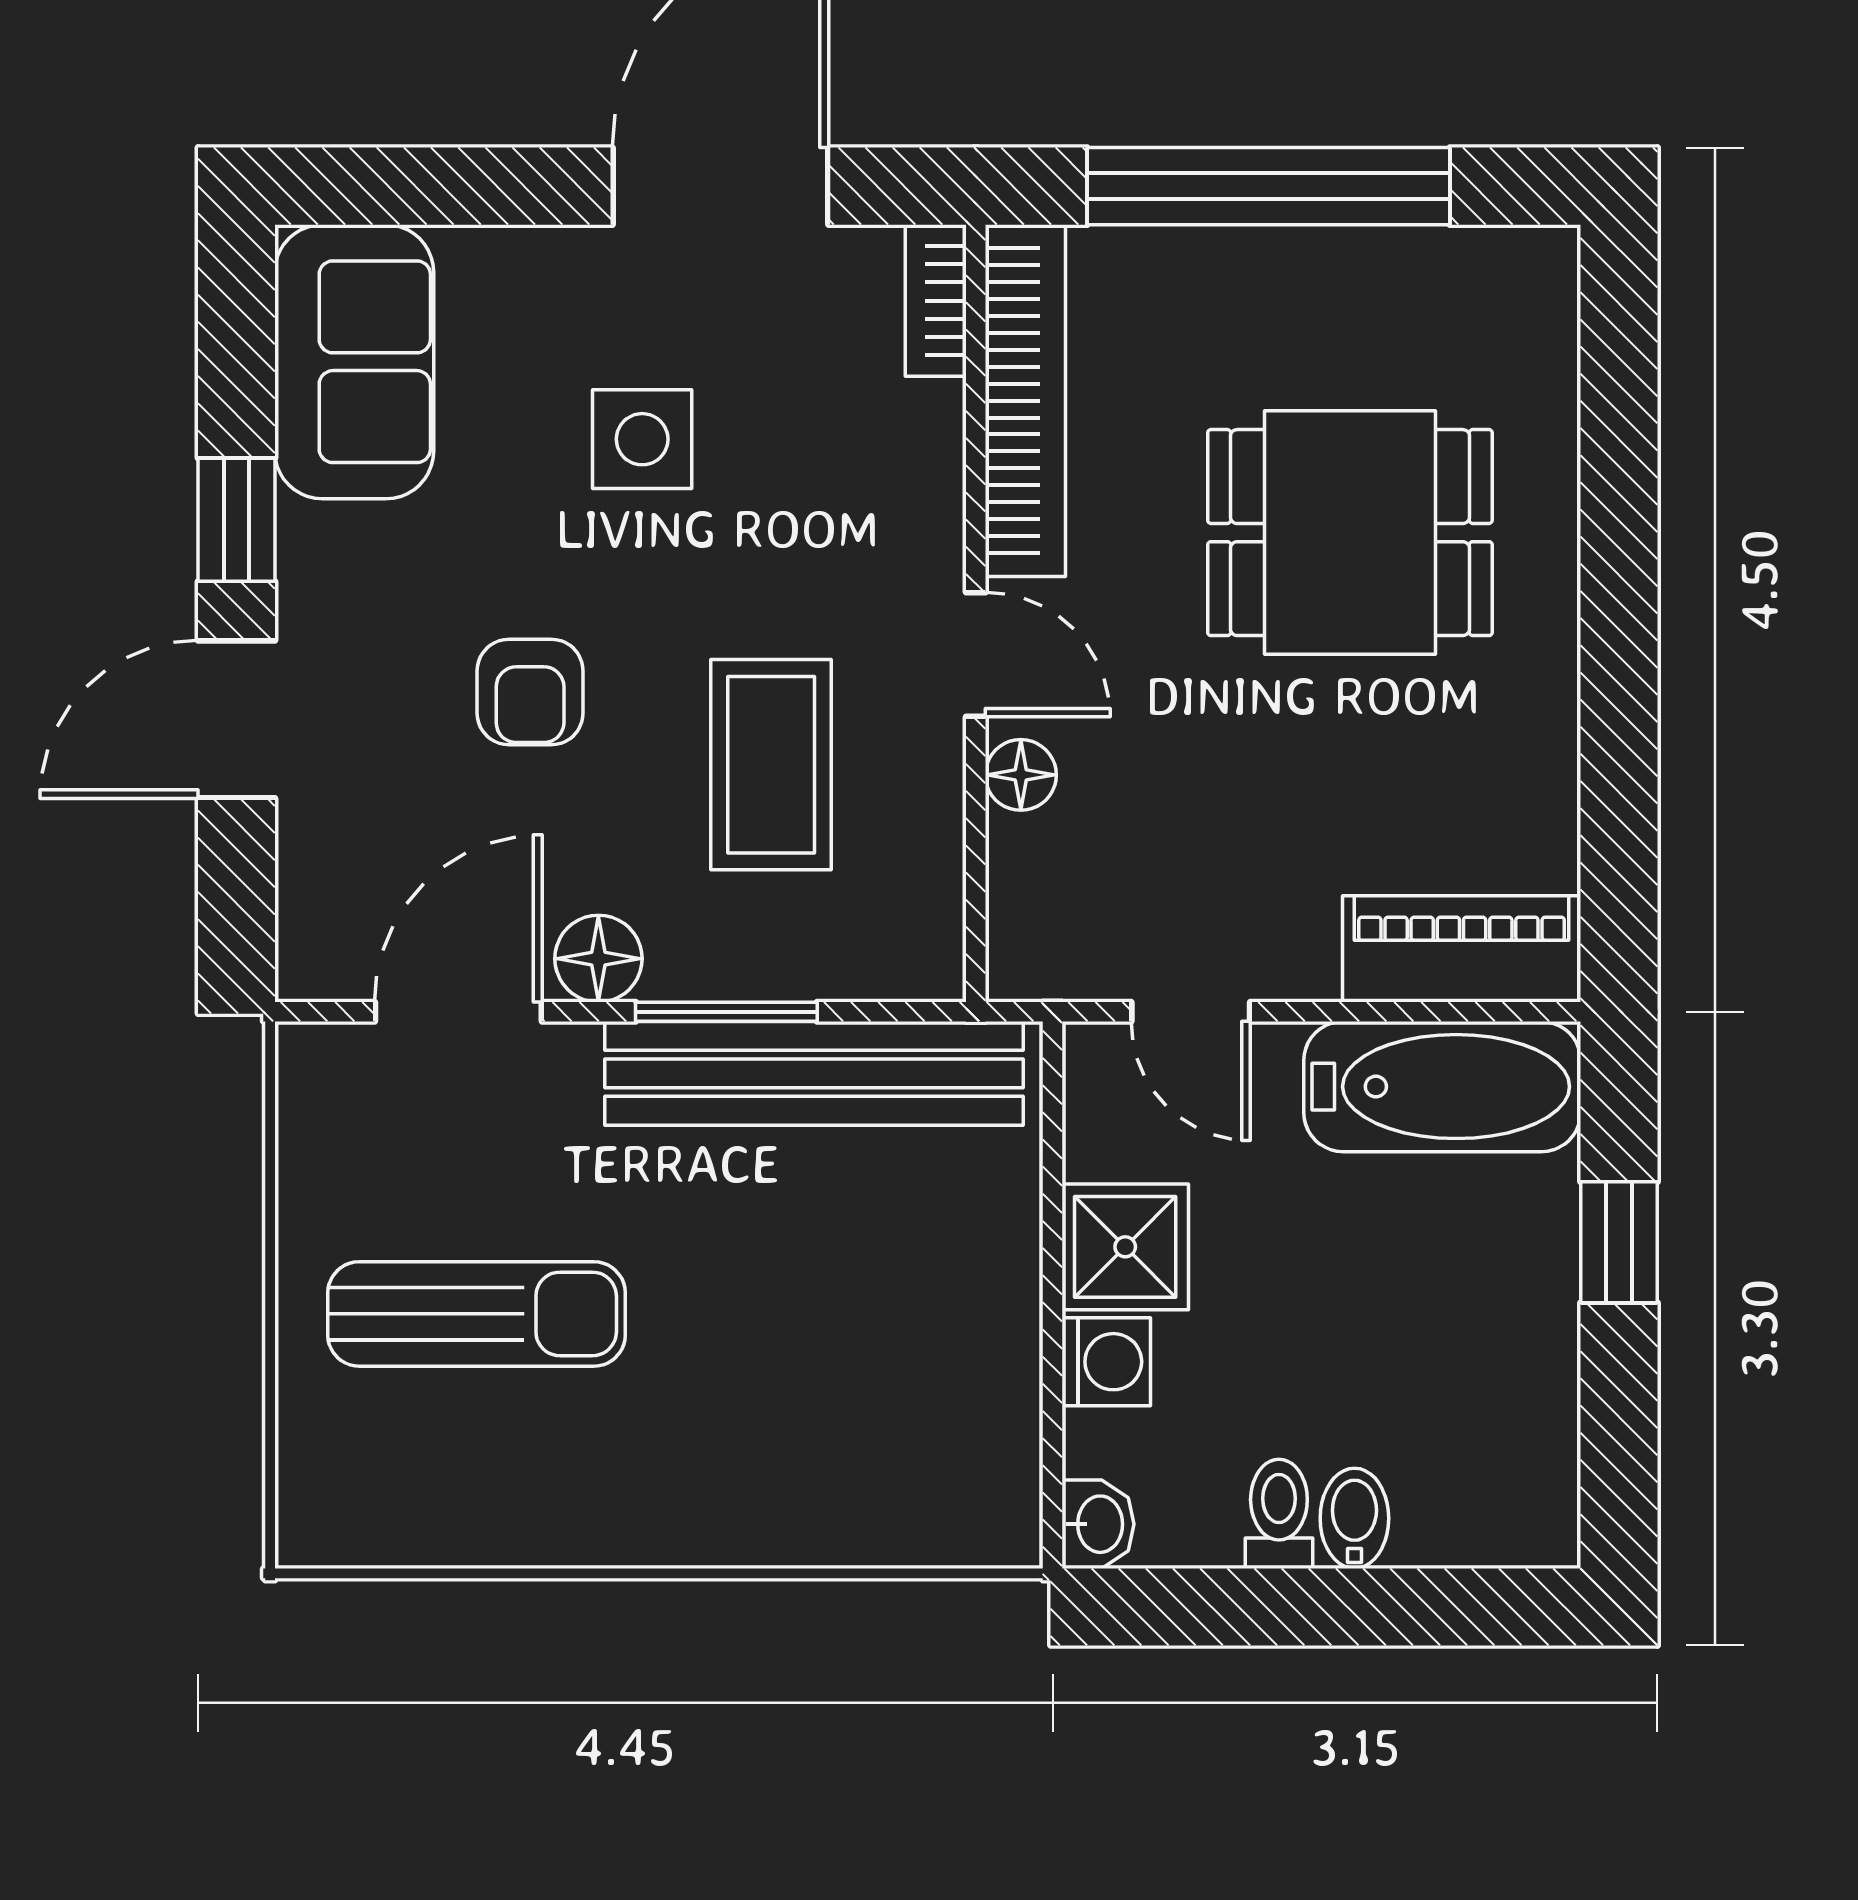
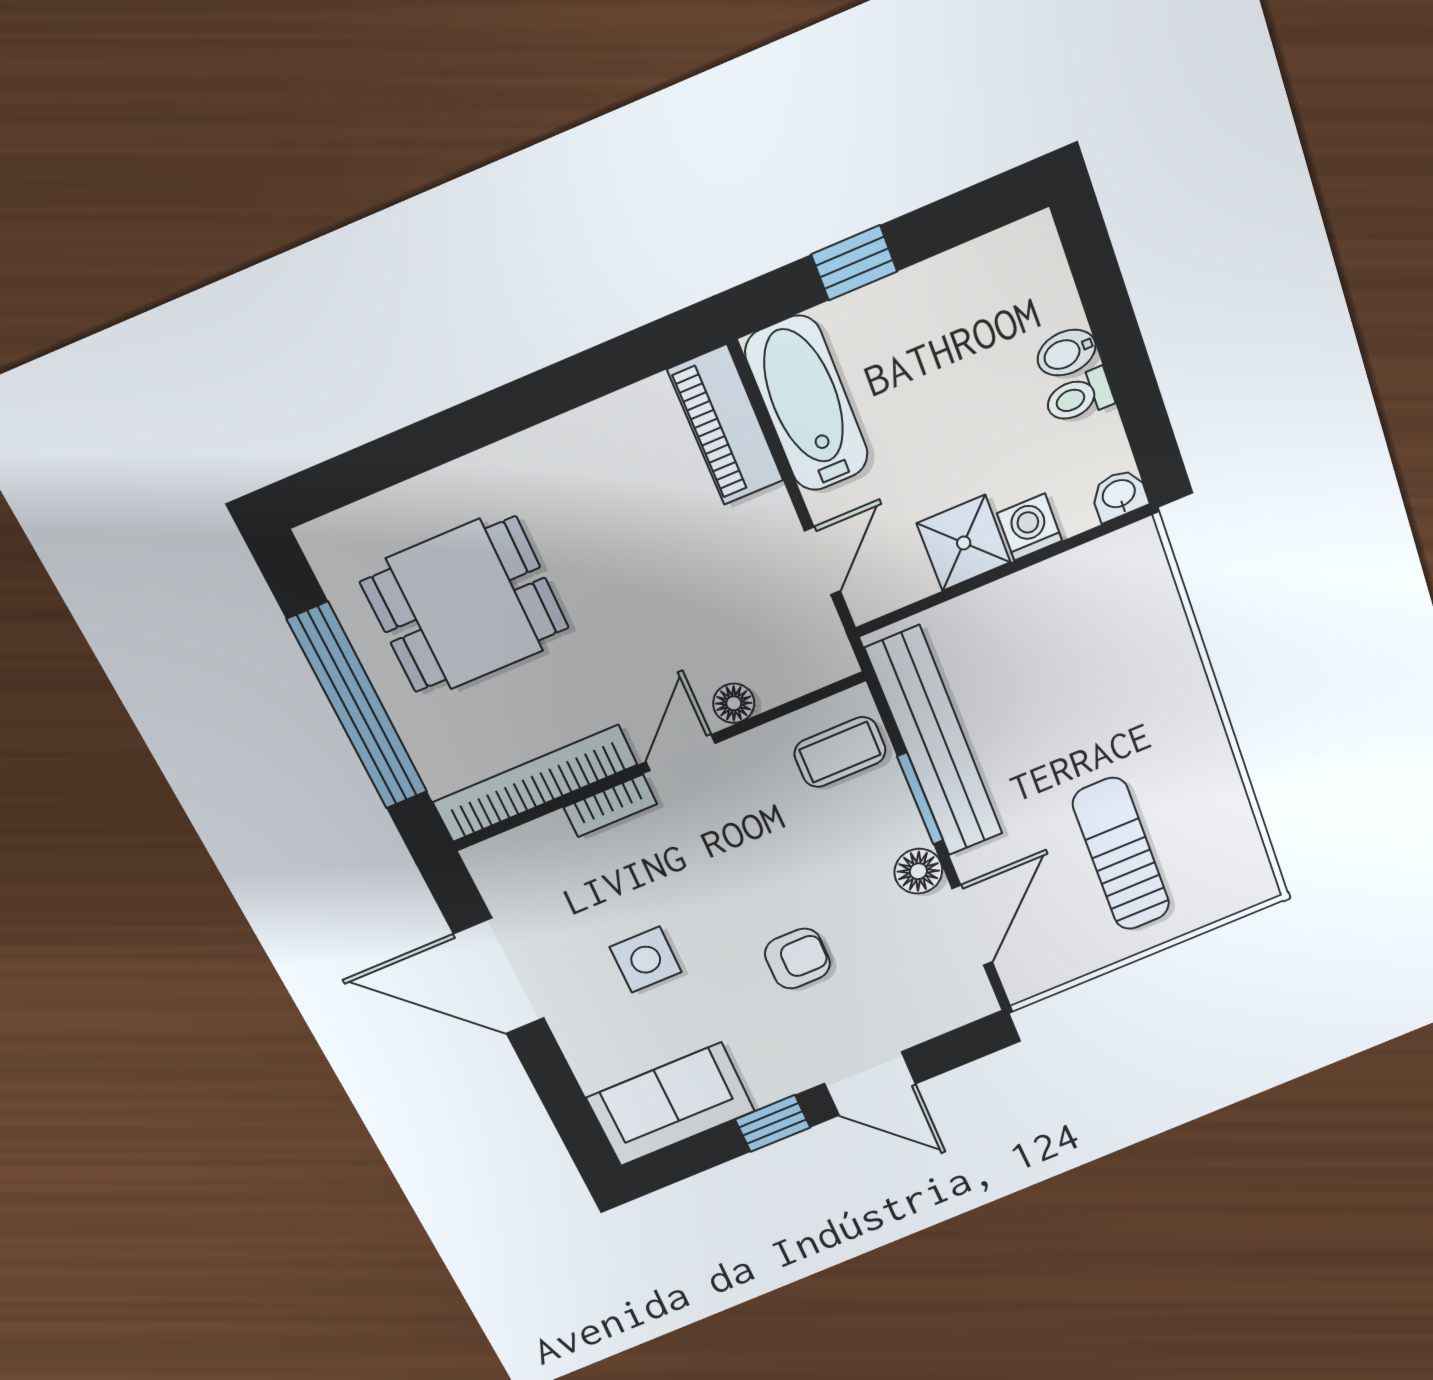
bookcase: (936, 301) -> (610, 806), moved
dining table: (1350, 533) -> (465, 605), moved, turned 90
coffee table: (771, 765) -> (840, 752), moved, width x0.73, depth x0.77
door: (458, 1012) -> (972, 925), swing flipped

